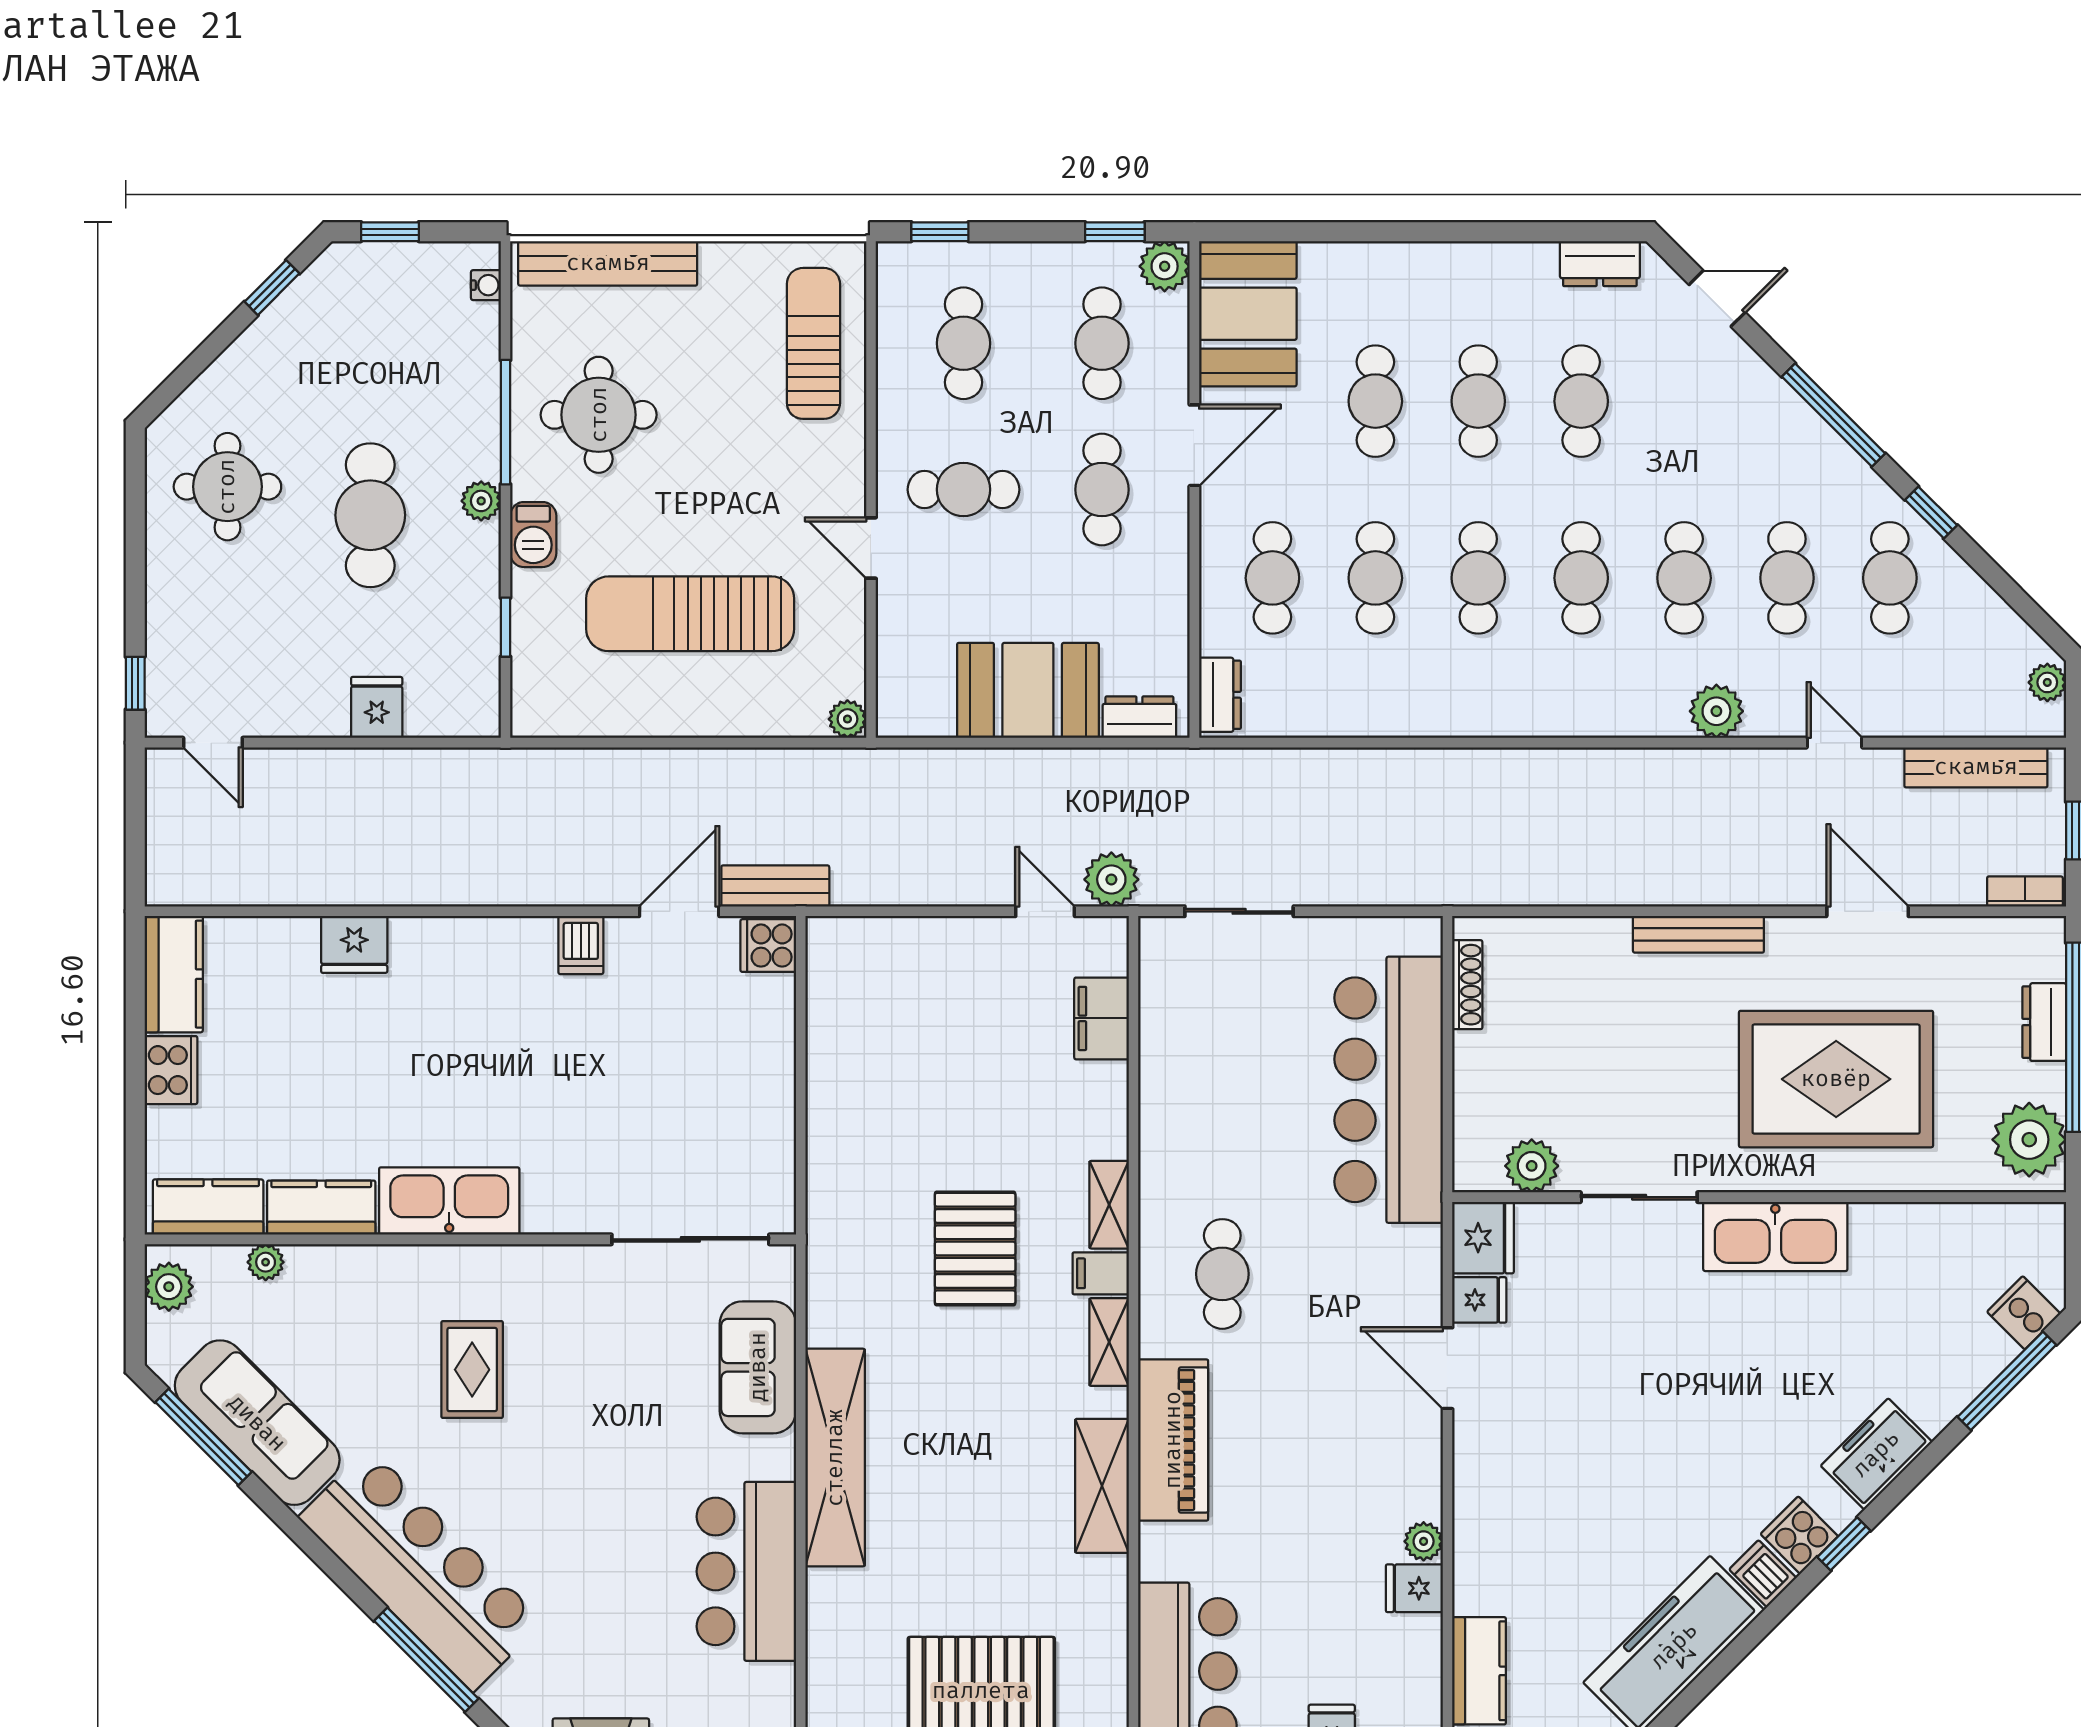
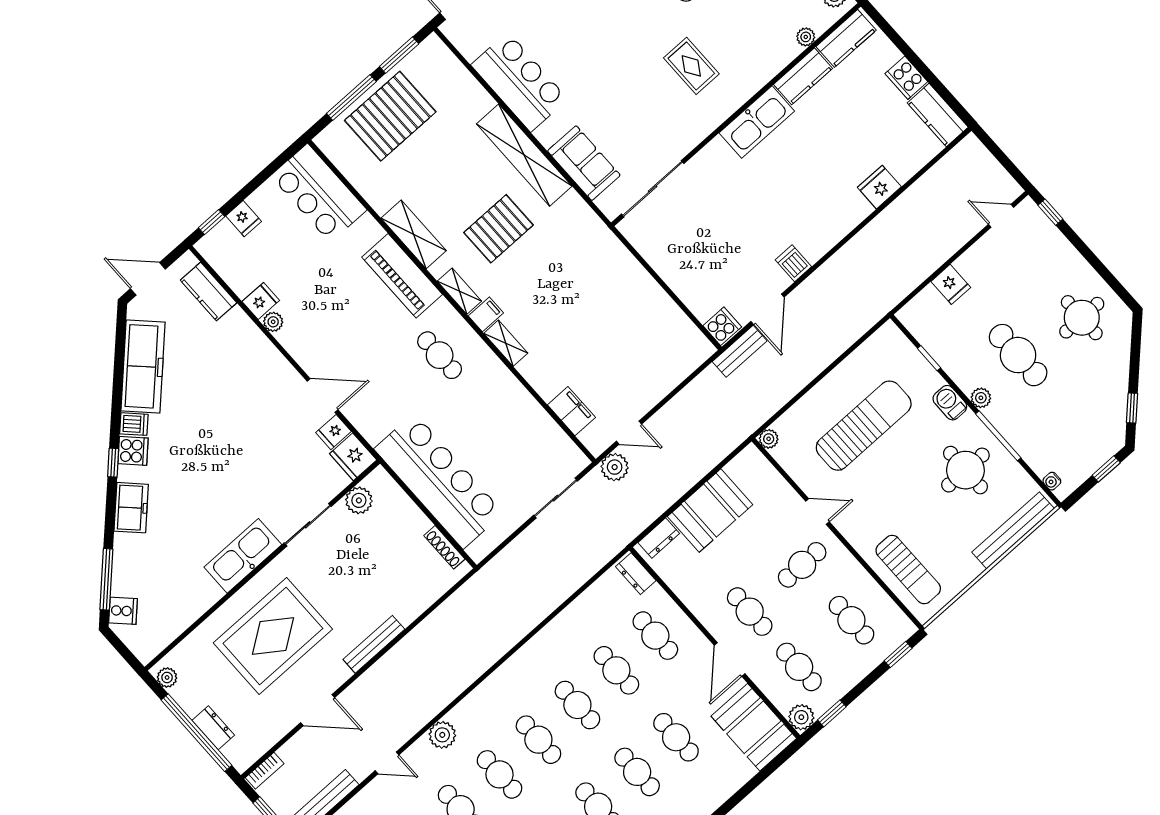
plant: (2029, 1140) -> (167, 677), width x0.53, depth x0.53
pallet: (975, 1248) -> (498, 229), moved, turned 90

